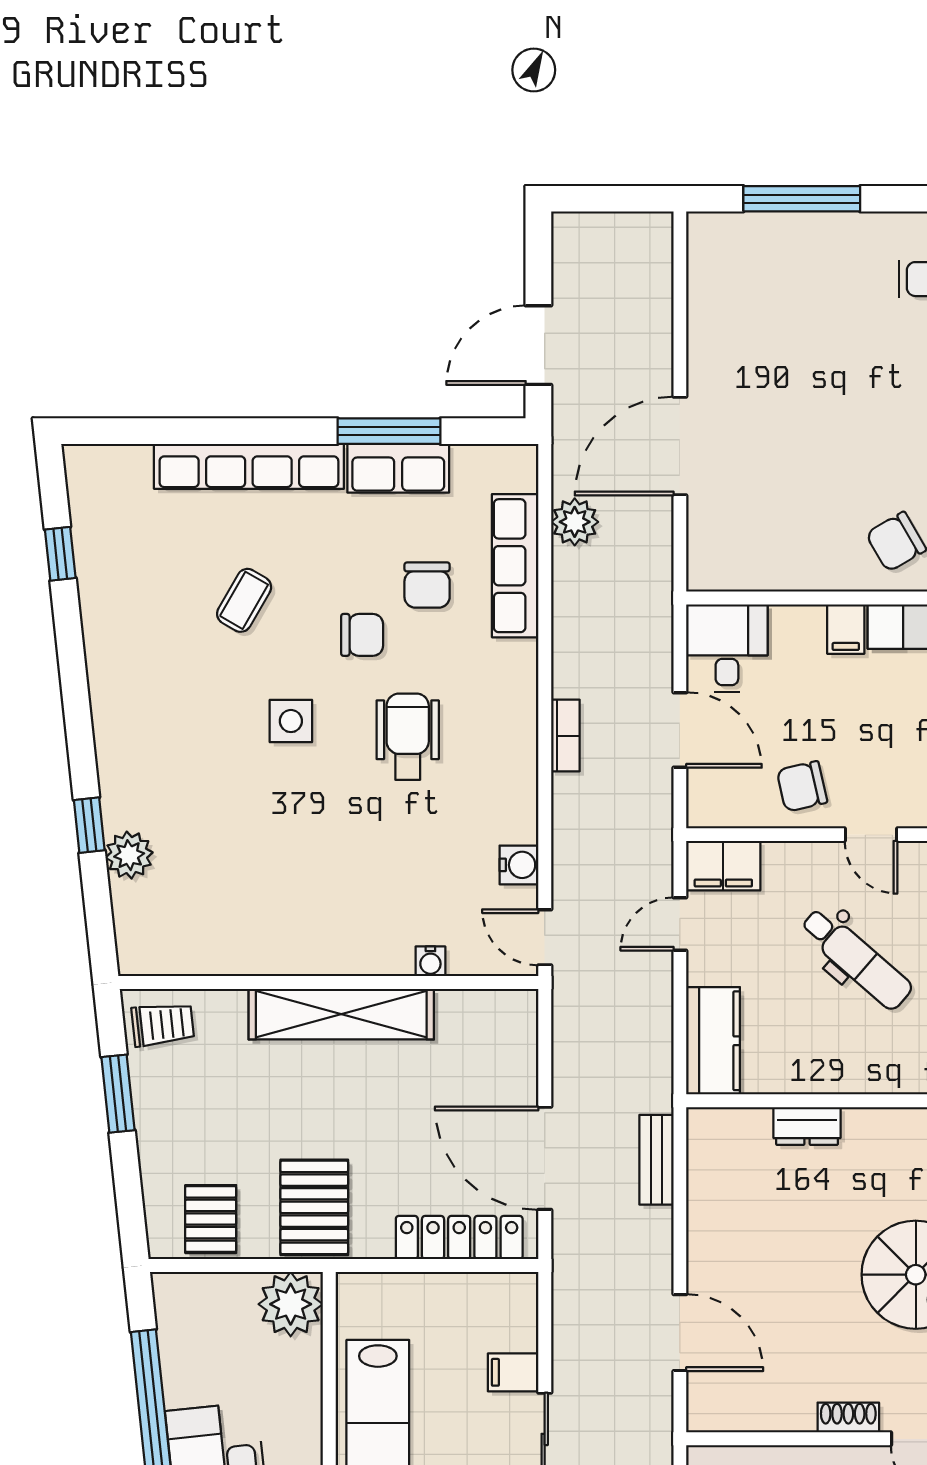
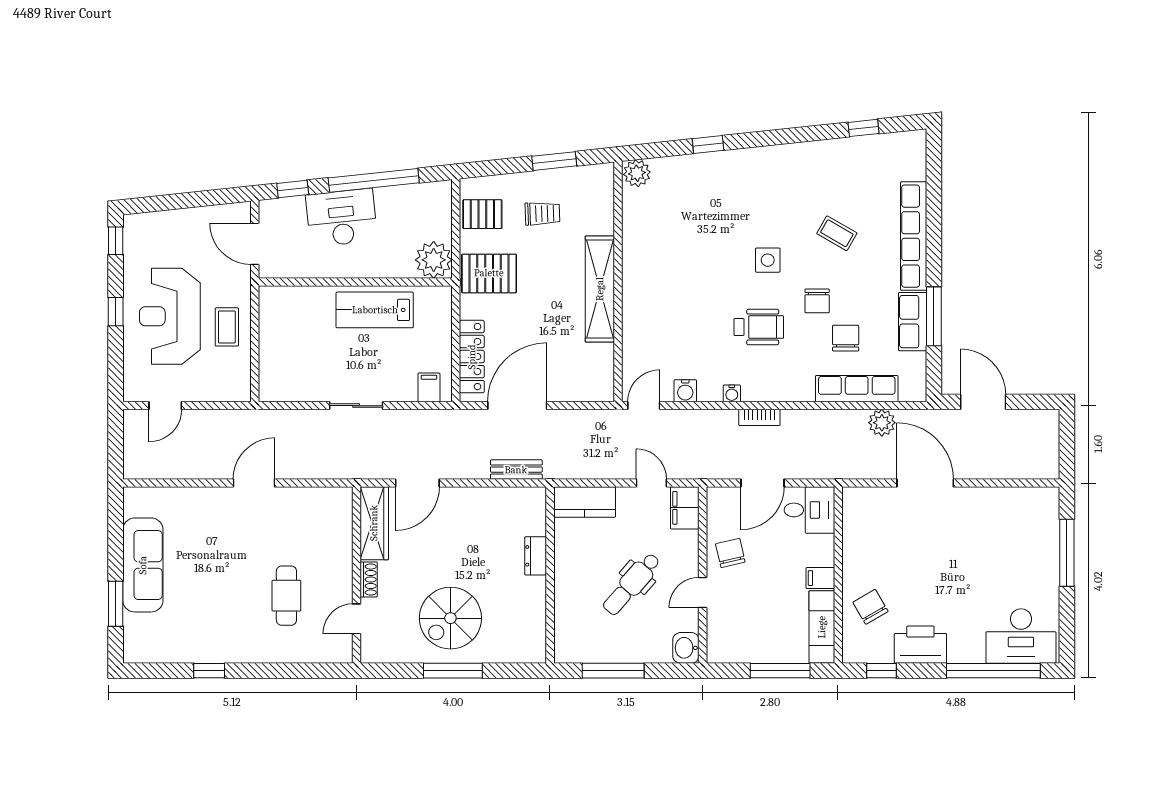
chair: (427, 585) -> (846, 338), turned 90
plant: (129, 855) -> (637, 173), moved
water cooler: (430, 961) -> (732, 393), moved, turned -90
trolley: (163, 1024) -> (542, 214), moved, turned -86
filing cabinet: (513, 1372) -> (429, 387), moved
wardrobe: (750, 1408) -> (374, 523), added

